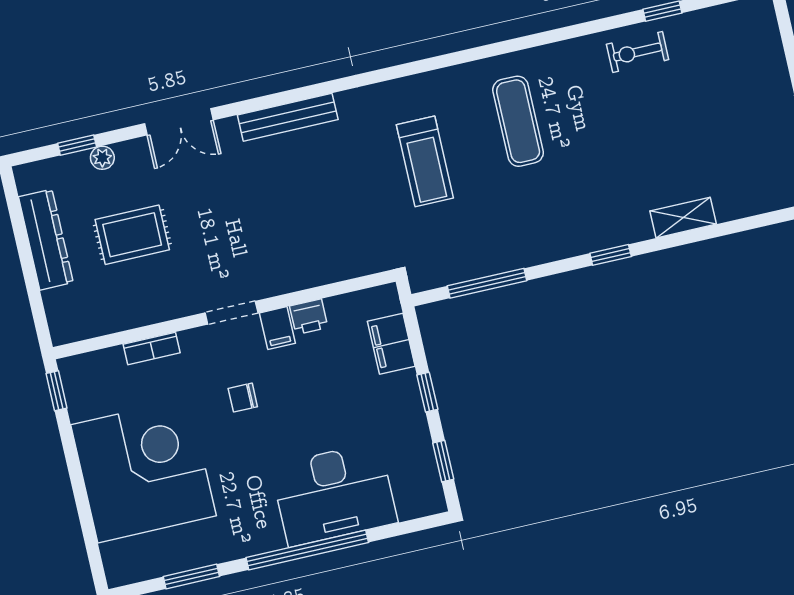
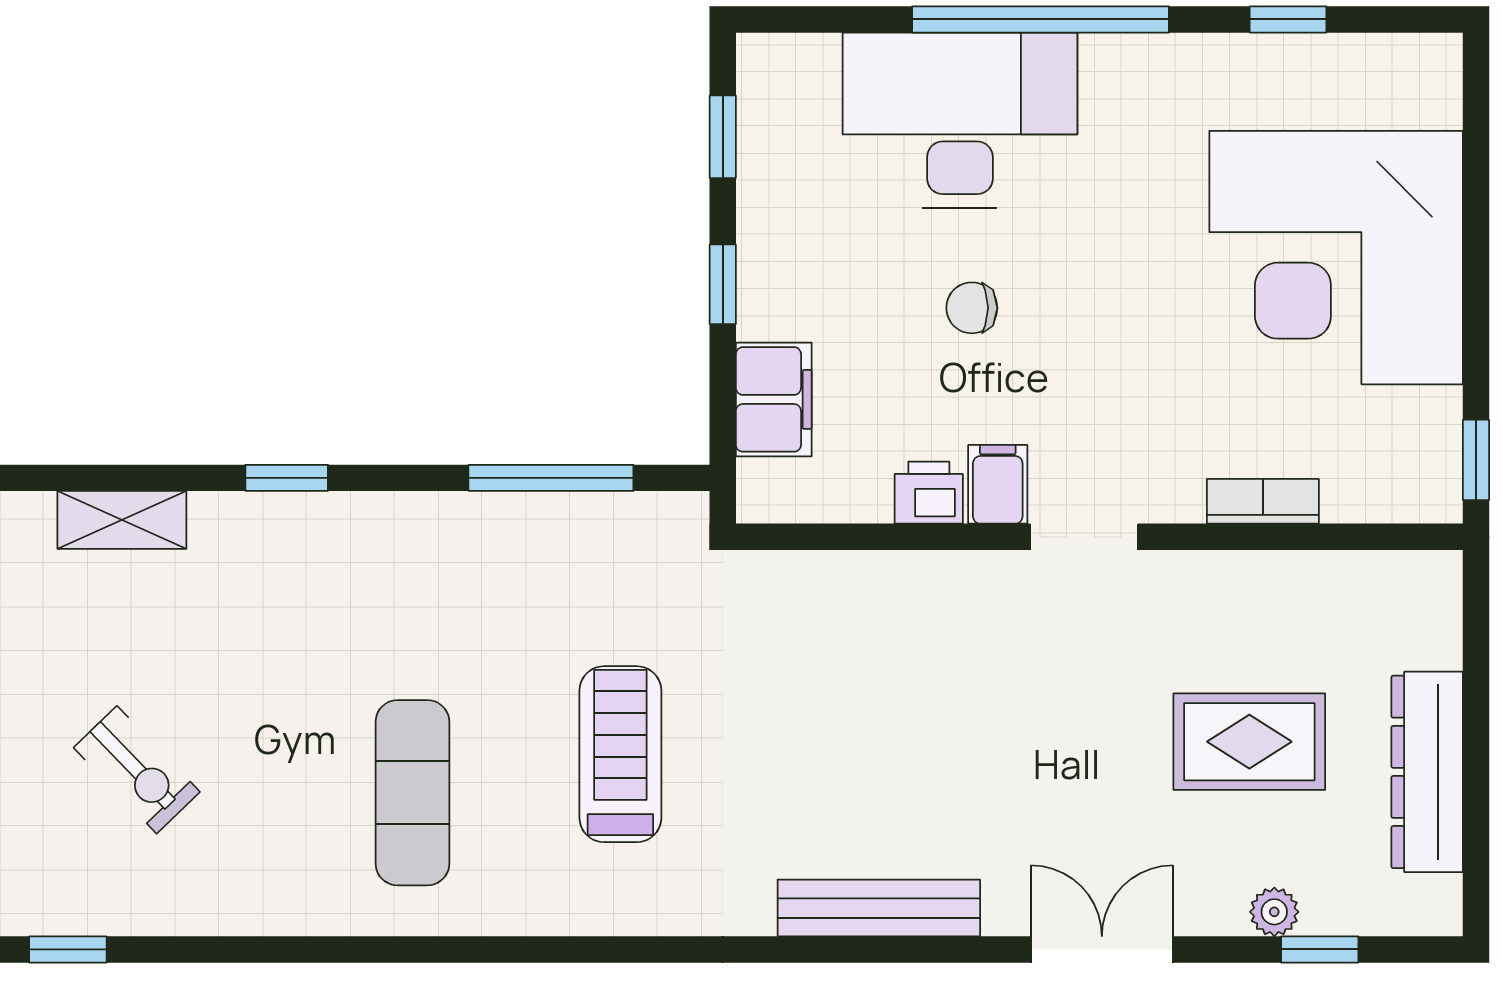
exercise bike: (638, 52) -> (137, 770), moved, turned 46
chair: (243, 398) -> (972, 308), moved, turned 180
window: (191, 577) -> (1288, 19), width x0.67

